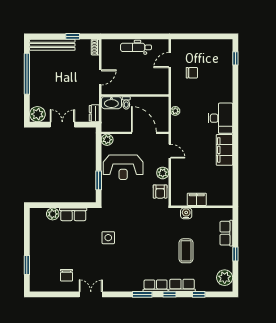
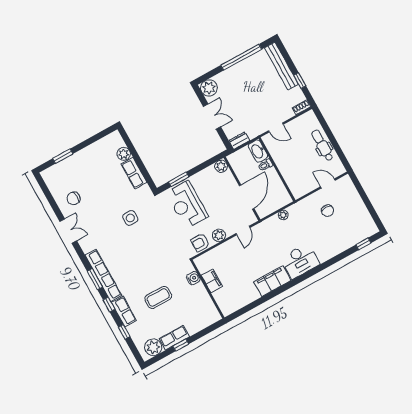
reception desk: (123, 167) -> (187, 205), moved
row of seats: (226, 233) -> (174, 338), moved
row of seats: (156, 286) -> (103, 275), width x2.02

